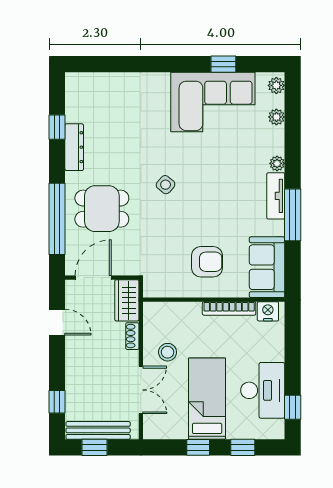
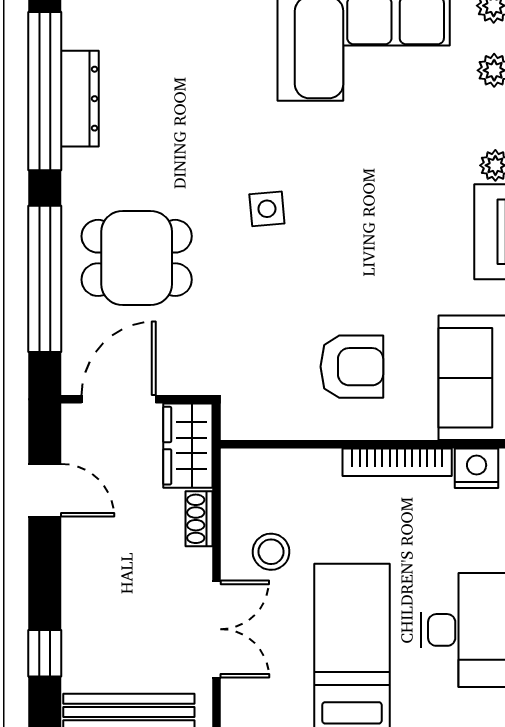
window: (57, 127) -> (45, 91), width x3.17
dresser: (74, 147) -> (80, 99), moved
side table: (166, 185) -> (267, 209), turned 45

